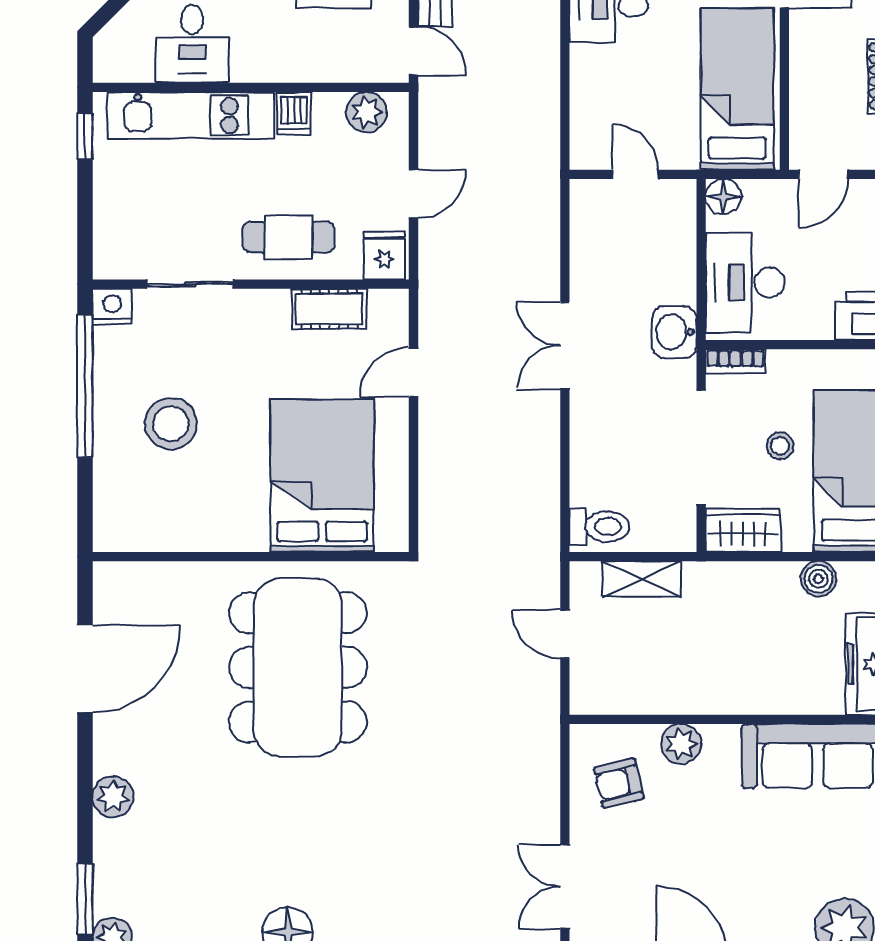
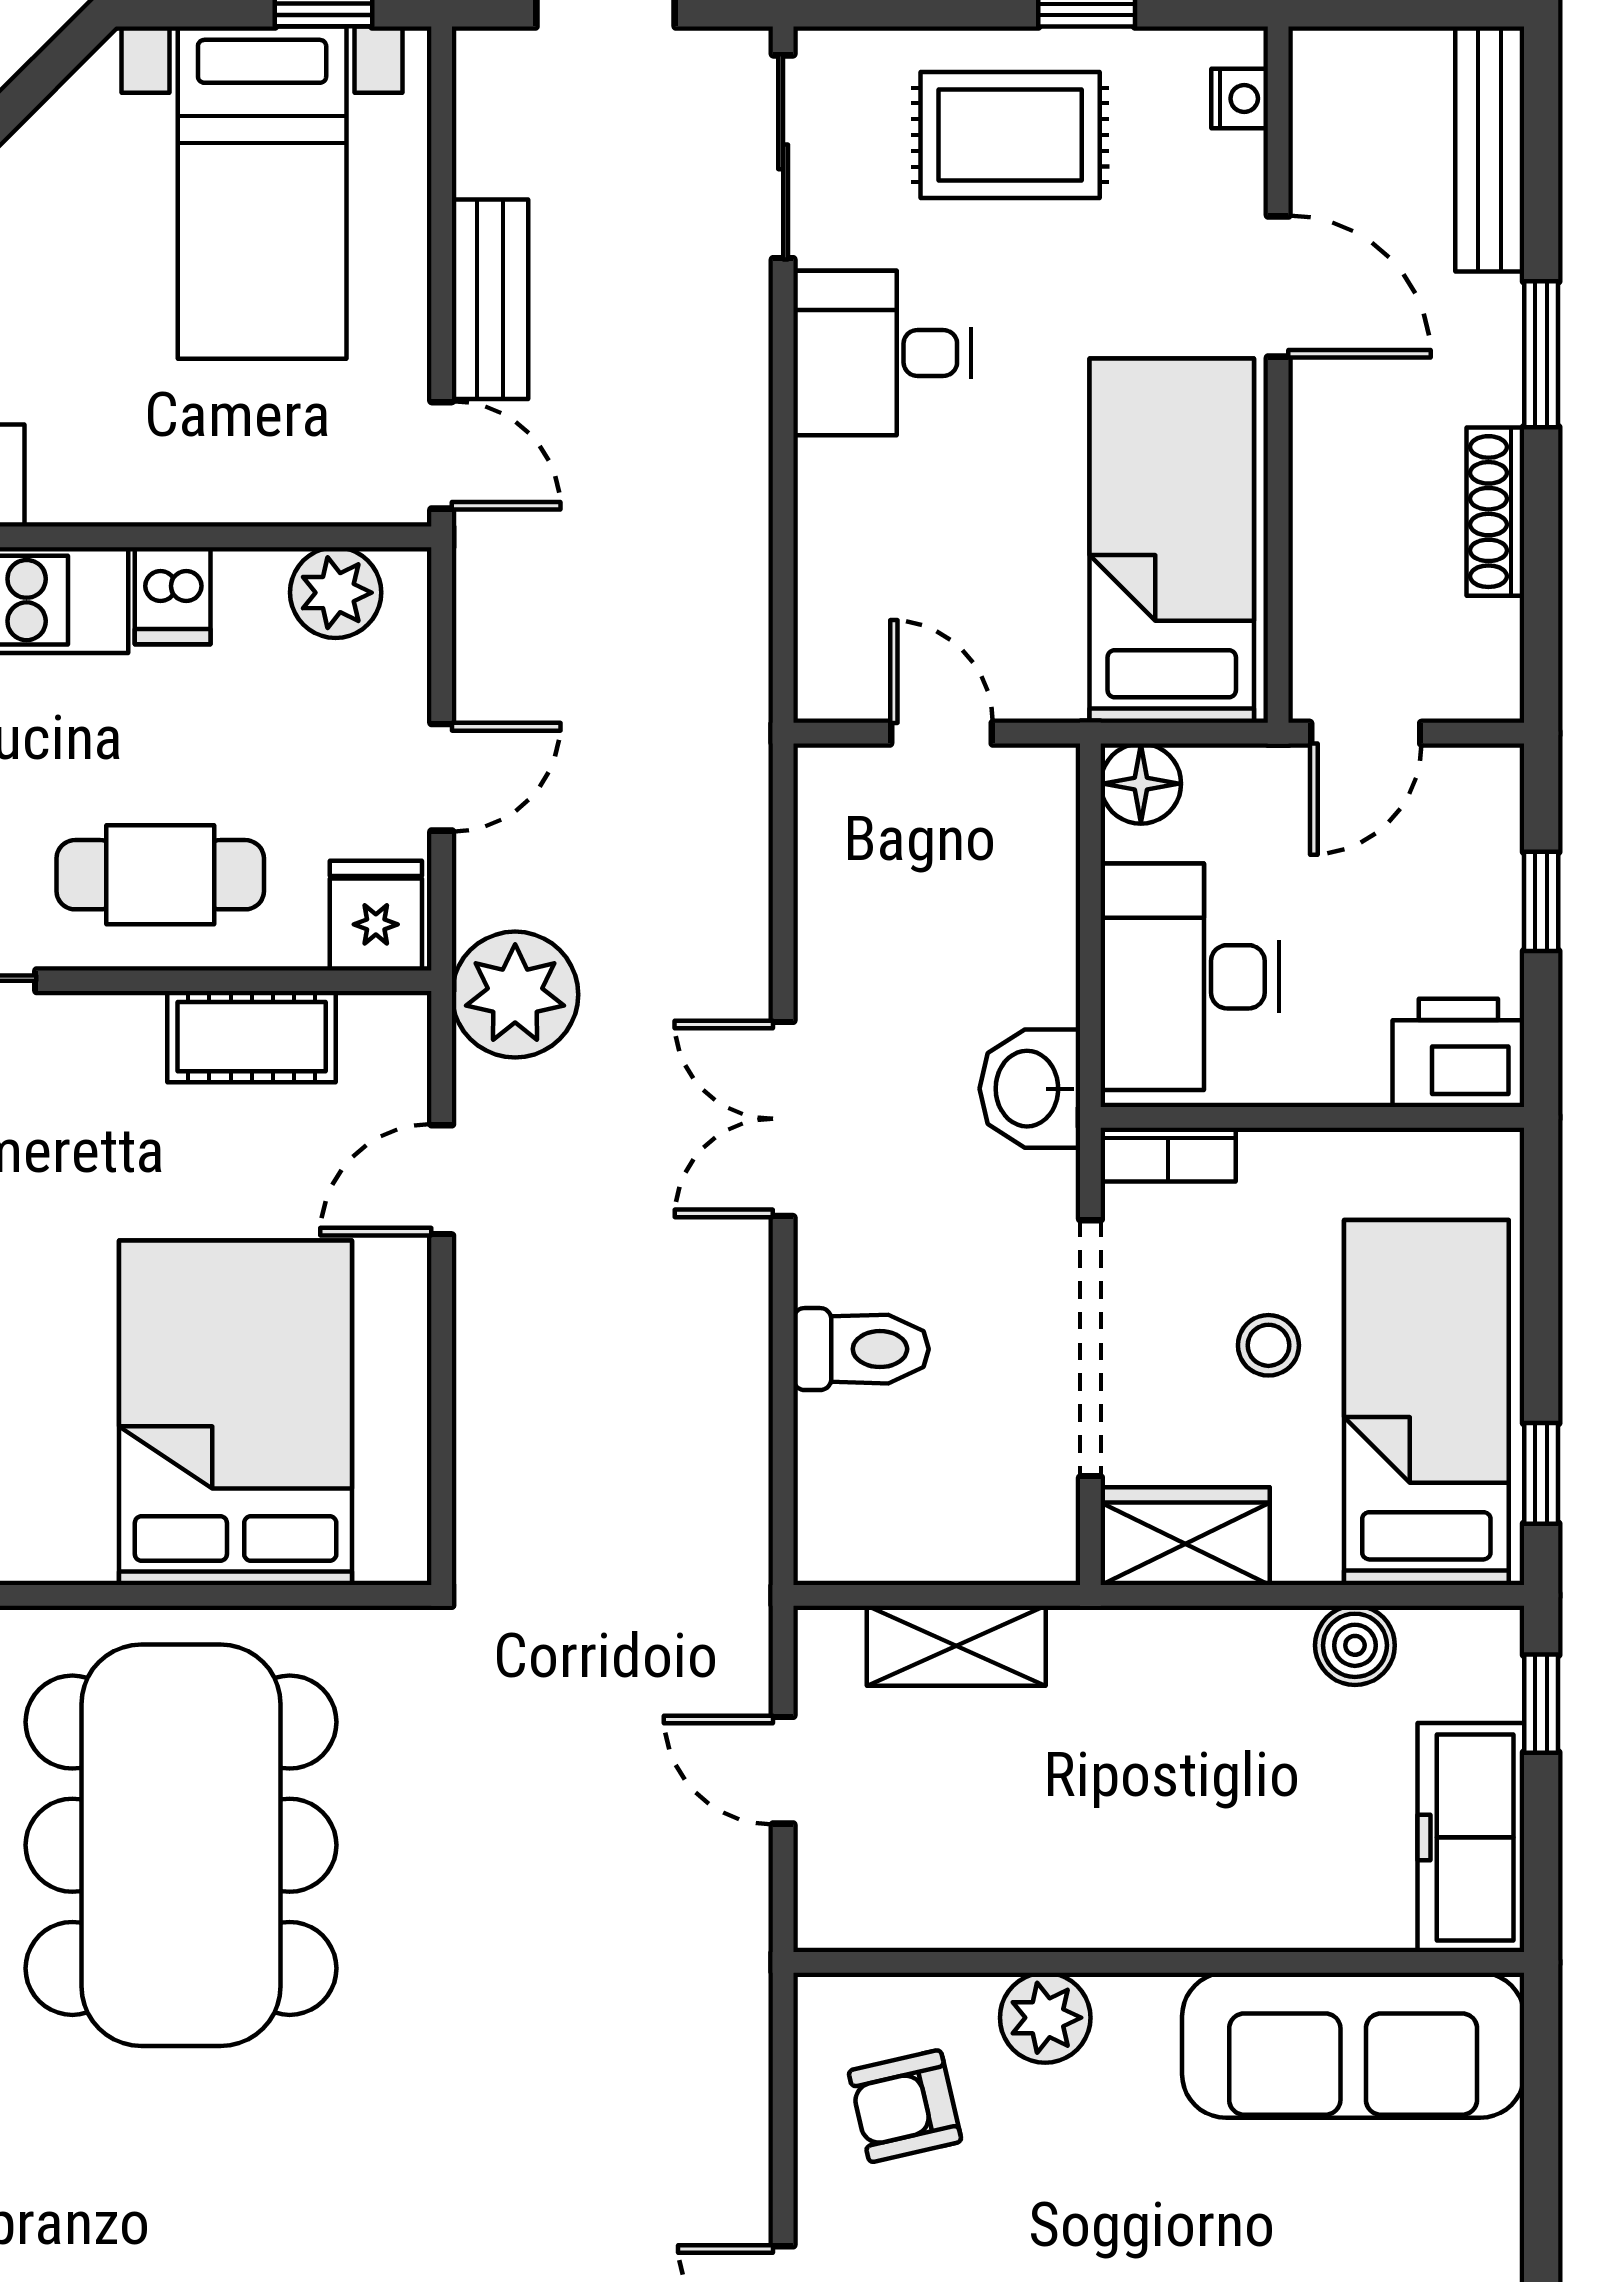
plant: (446, 290) -> (515, 995), added
toilet: (599, 527) -> (861, 1349), moved

